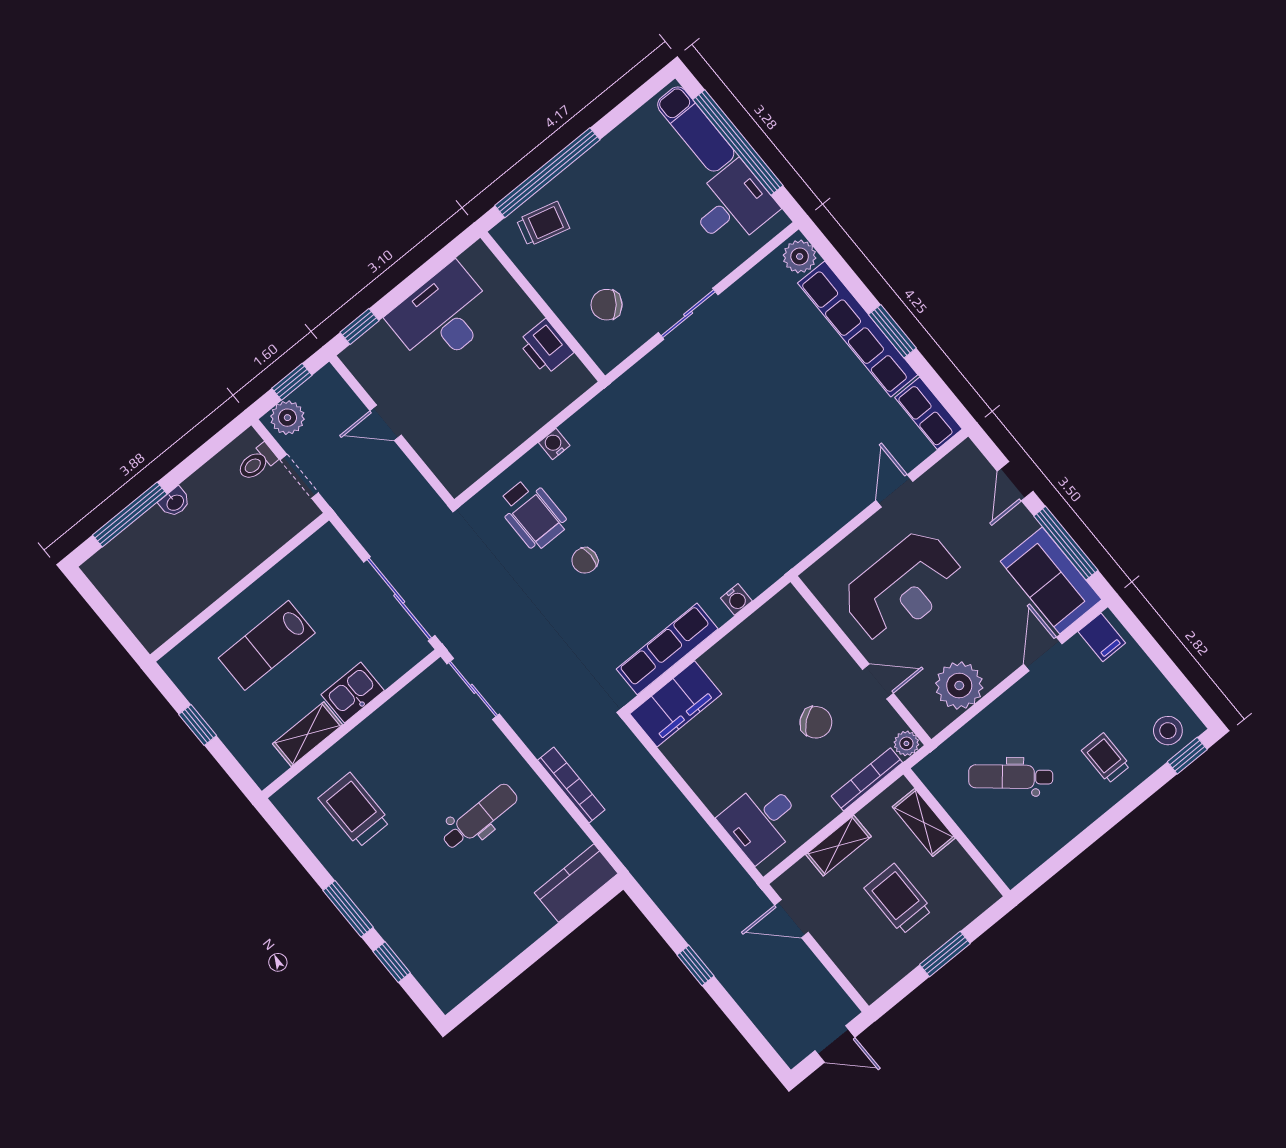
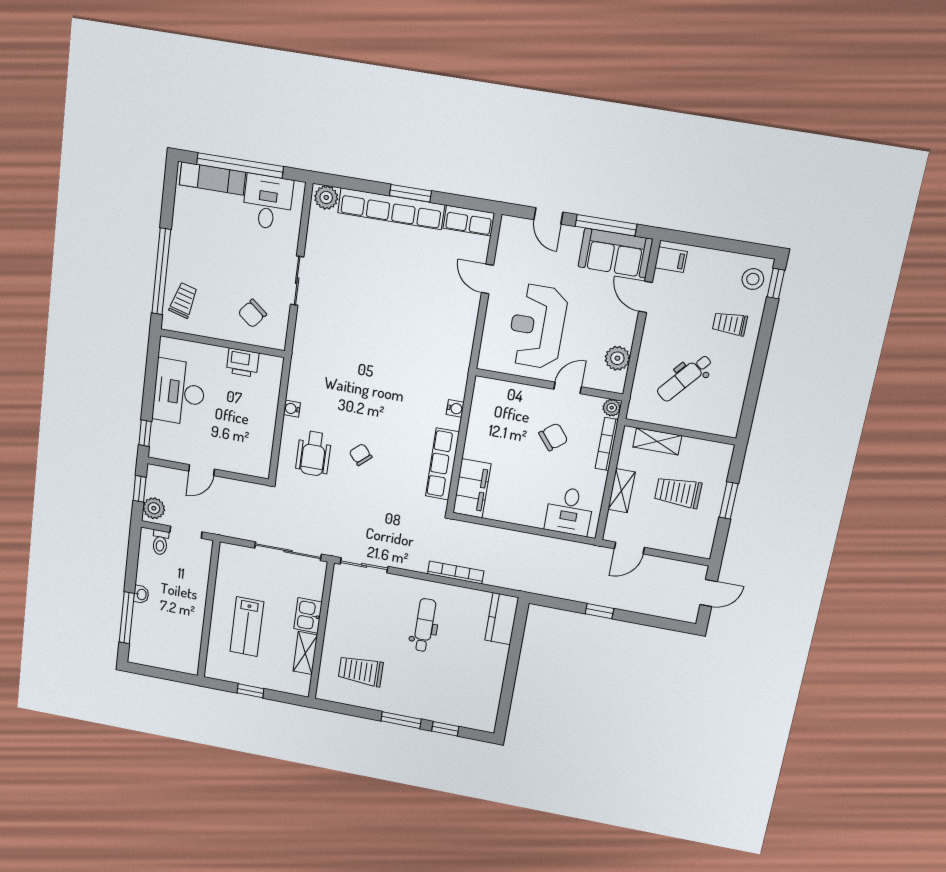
wheelchair: (532, 514) -> (313, 454), turned 90
chair: (585, 560) -> (361, 455), turned 138
reception desk: (903, 587) -> (537, 326), turned 180
plant: (959, 686) -> (617, 358), width x0.73, depth x0.73

